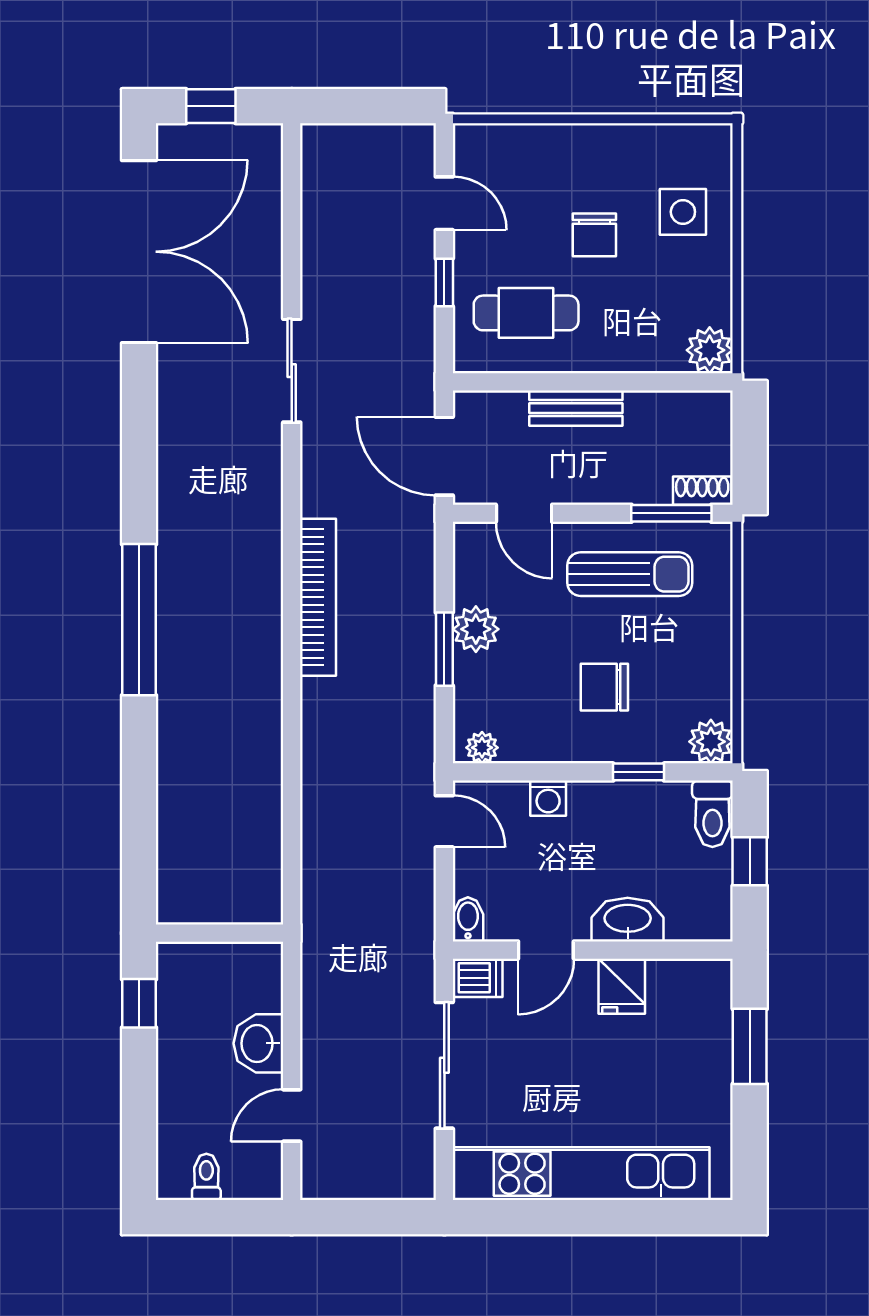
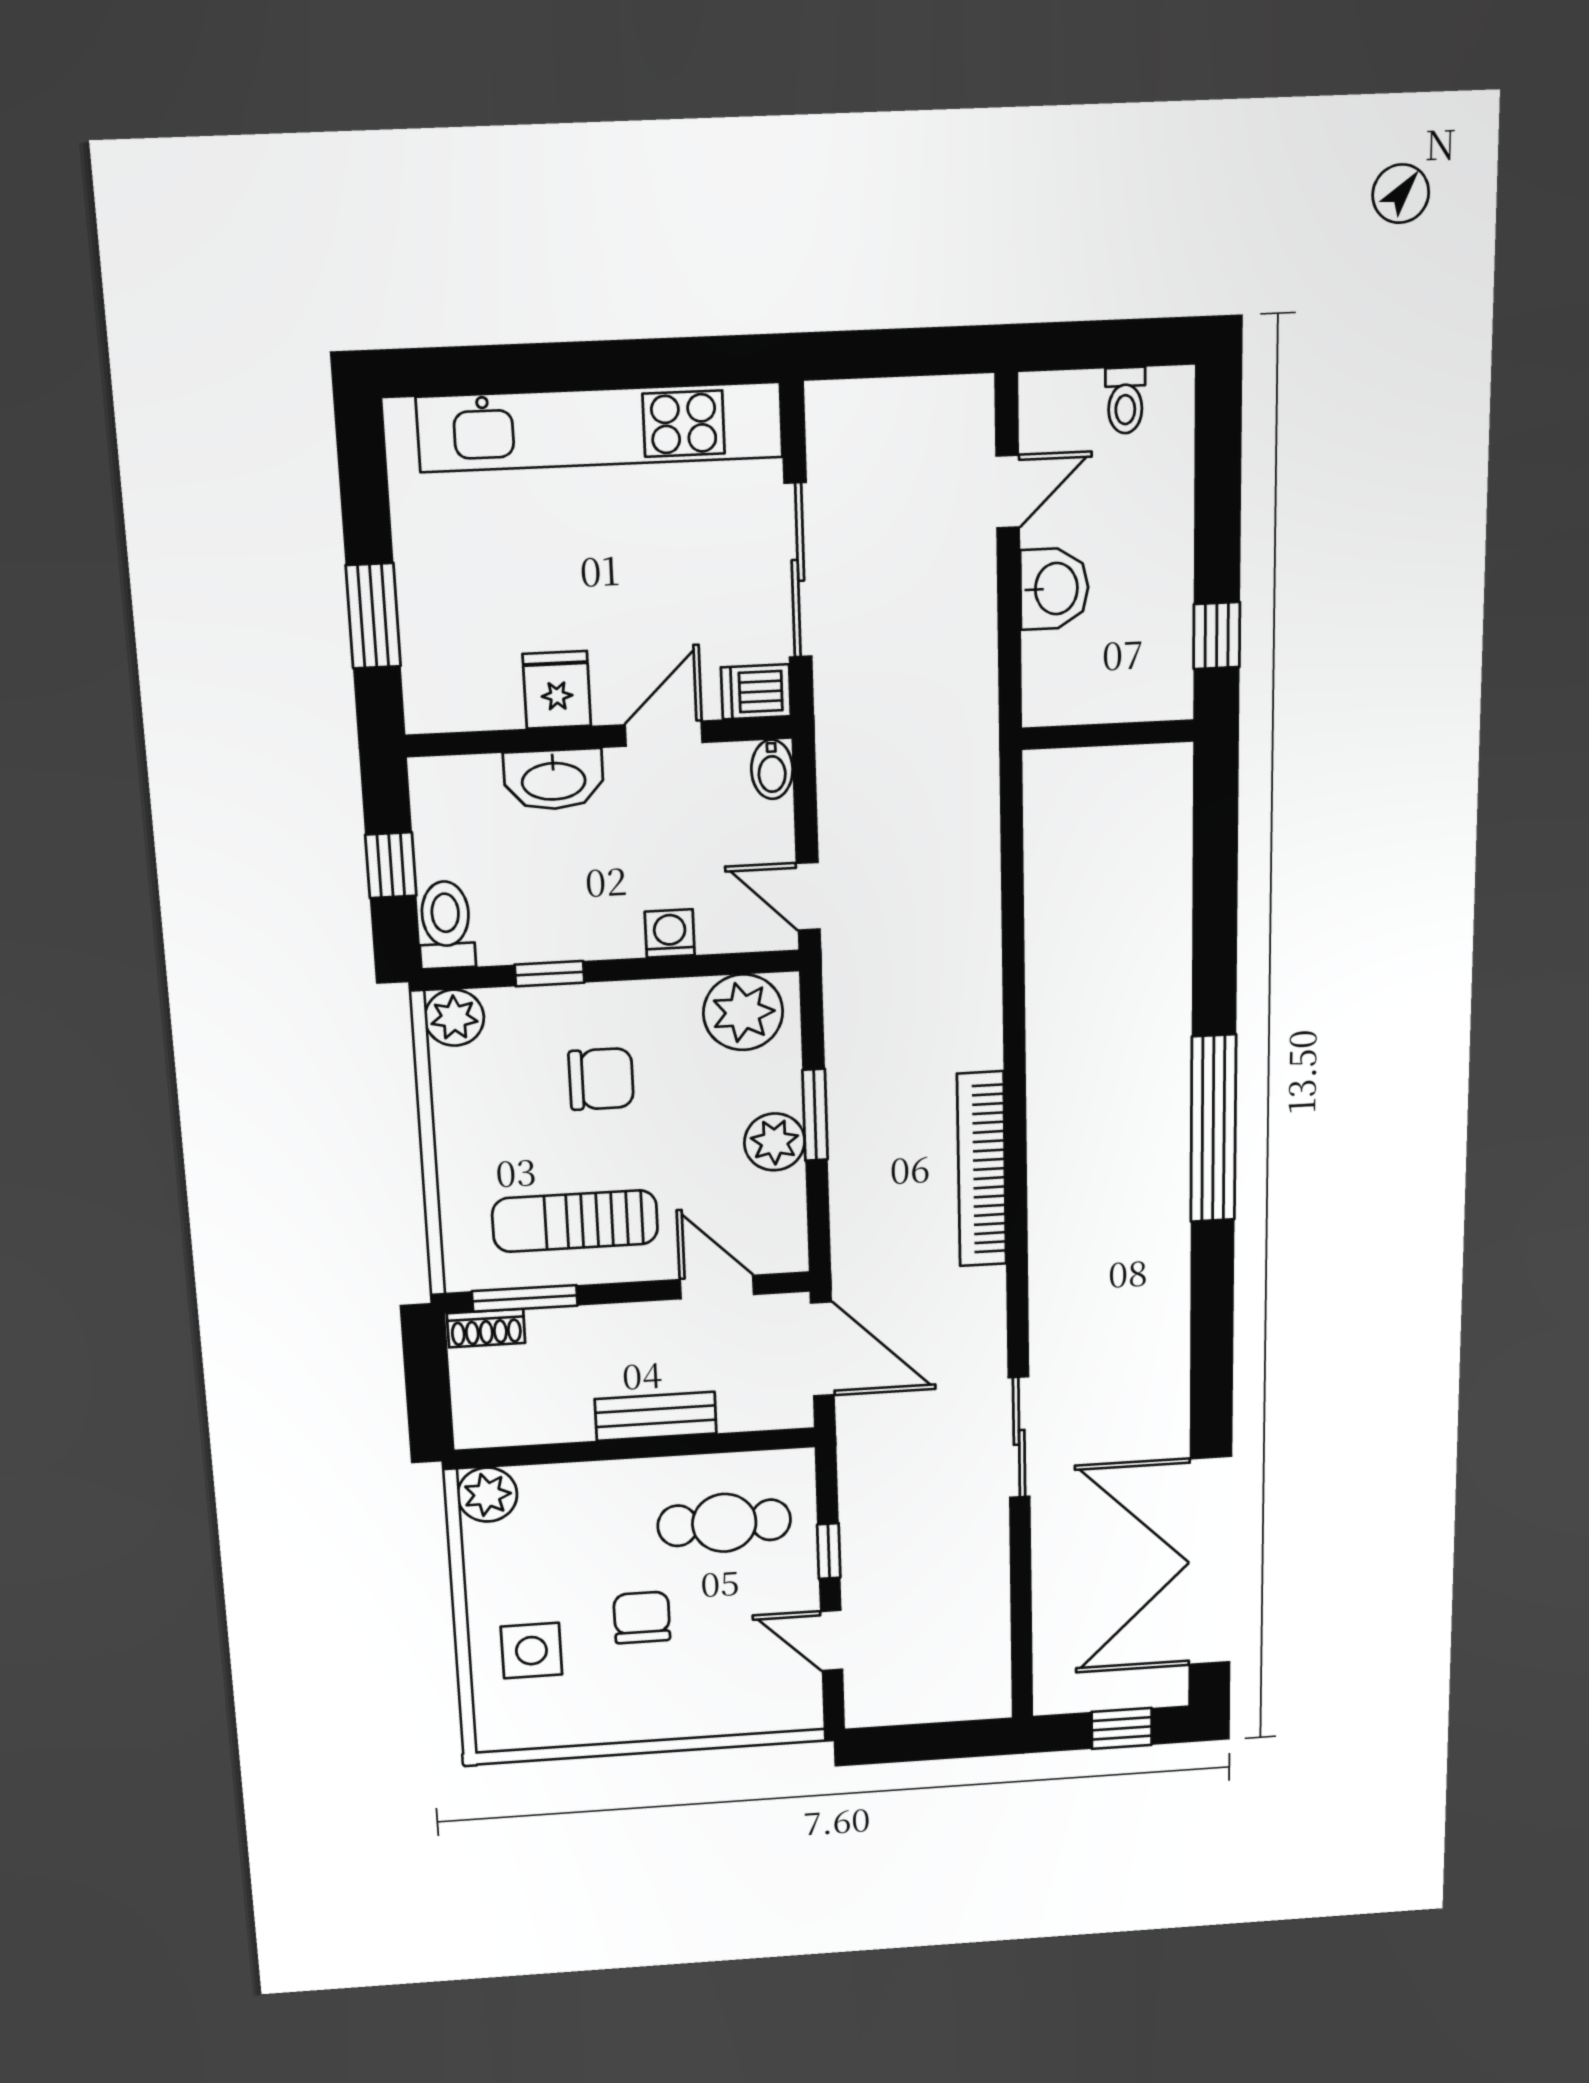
plant: (482, 748) -> (743, 1012), width x1.88, depth x1.88

